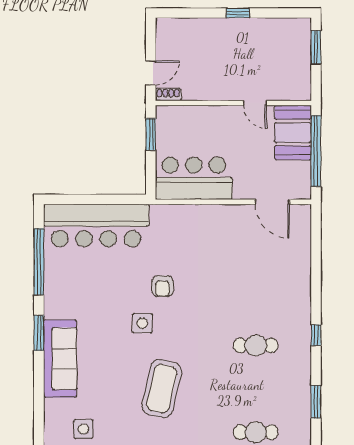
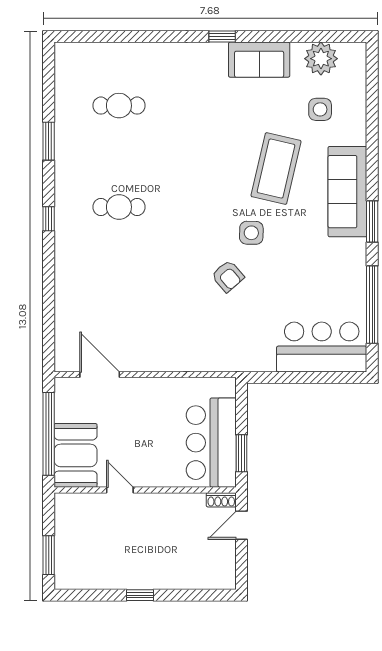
bar counter: (194, 178) -> (211, 443), moved, turned 90
bar counter: (96, 225) -> (322, 347), width x0.73
armchair: (162, 286) -> (228, 276), turned 139
coffee table: (162, 389) -> (276, 169), moved

